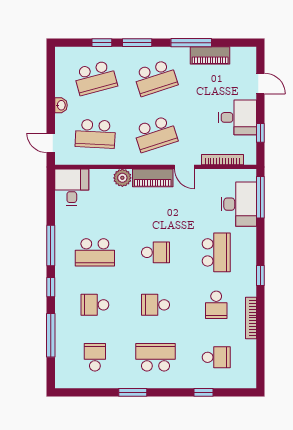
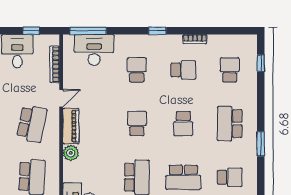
school desk: (156, 134) -> (32, 124), turned 30
school desk: (216, 252) -> (137, 70), width x0.54
school desk: (95, 305) -> (183, 177), width x1.85
bookcase: (251, 318) -> (195, 39), width x0.64
school desk: (95, 357) -> (230, 177), turned 180
window: (204, 392) -> (261, 63), moved

